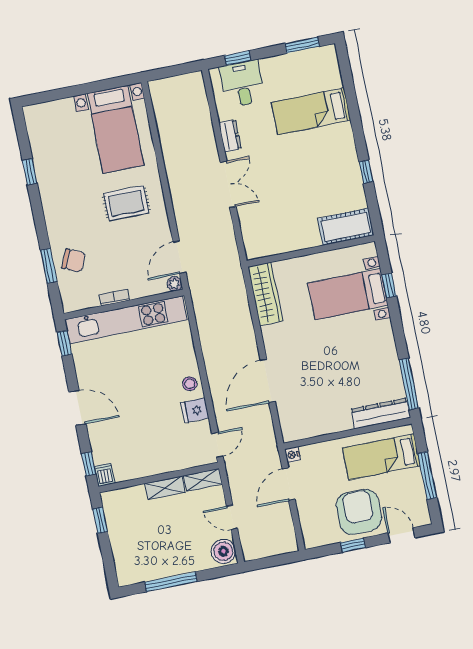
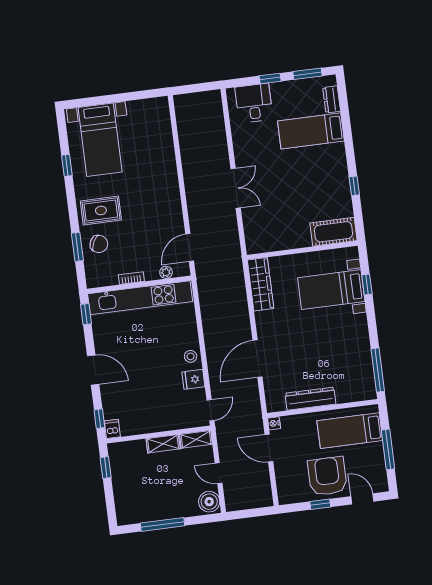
window: (238, 58) -> (270, 79), moved
bed with nightstands: (116, 129) -> (100, 140), moved
dresser: (230, 136) -> (332, 99), moved, turned 180
rug: (126, 203) -> (101, 211), moved
plant: (174, 284) -> (166, 272), moved
dresser: (381, 413) -> (310, 399), moved
door: (289, 484) -> (269, 448), hinge flipped

